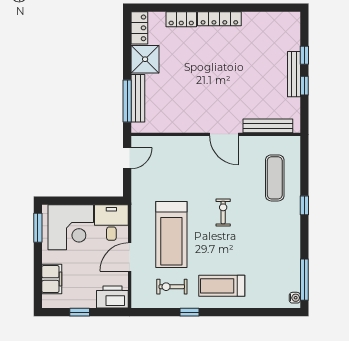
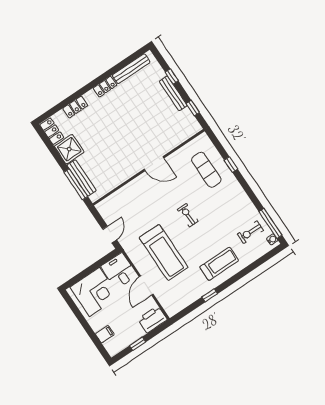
locker: (219, 19) -> (105, 87), width x0.66
window: (304, 86) -> (193, 108), moved
bench: (268, 126) -> (131, 69), moved
door: (127, 158) -> (110, 235), moved
window: (304, 205) -> (231, 165), moved
window: (38, 228) -> (73, 307), removed
filing cabinet: (52, 279) -> (105, 334), width x0.50
treadmill: (222, 286) -> (219, 264), turned 180
exercise bike: (172, 287) -> (250, 232), moved

